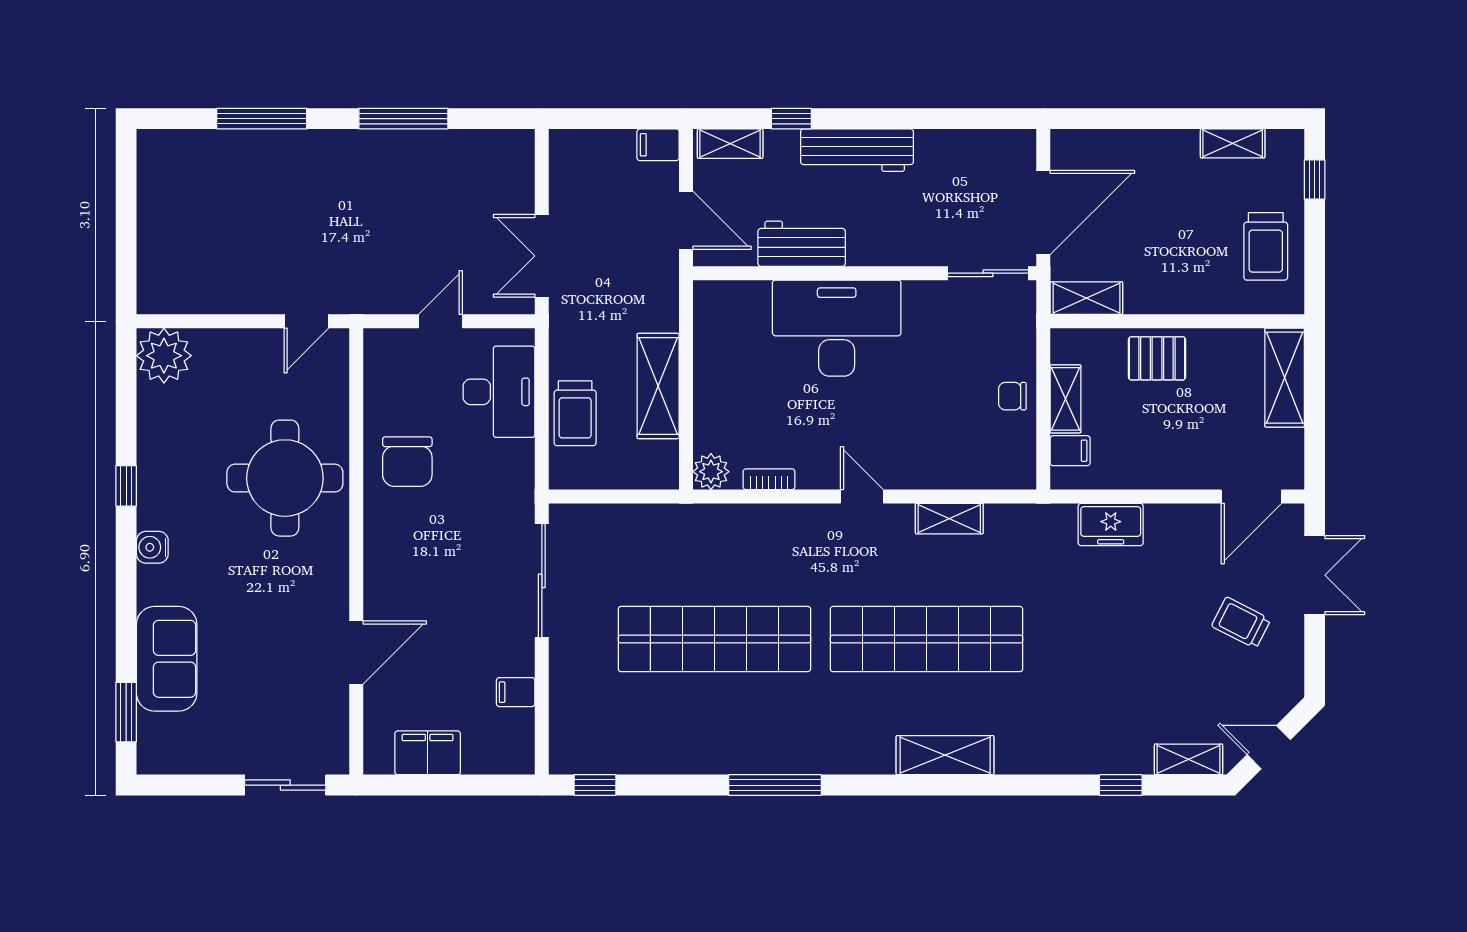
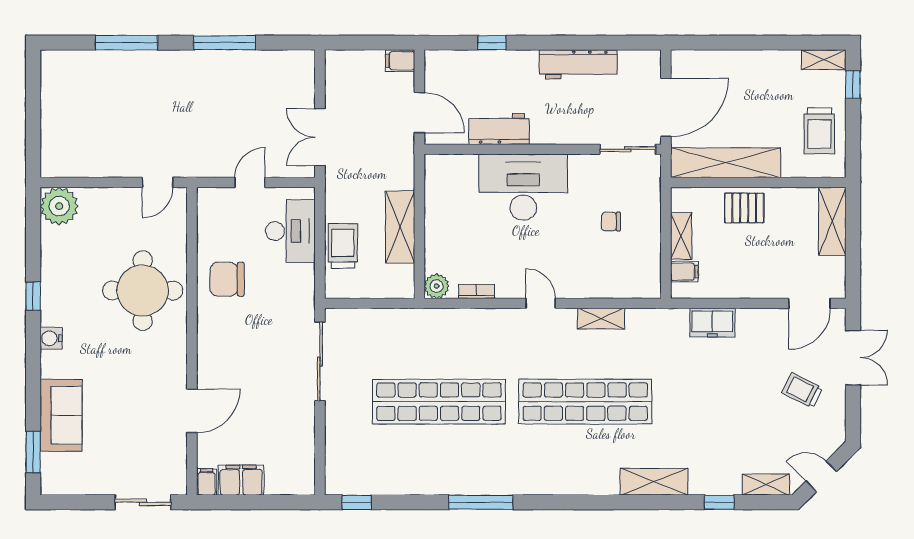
shelving: (1233, 143) -> (824, 60), moved
shelving: (730, 144) -> (450, 60), removed
workbench: (857, 150) -> (578, 64), moved
shelving: (1086, 298) -> (726, 163), width x2.20, depth x1.33
chair: (1012, 396) -> (611, 222), moved
trolley: (575, 413) -> (343, 246), turned 180
chair: (407, 462) -> (227, 279), turned 90
filing cabinet: (516, 692) -> (207, 482), moved, turned 90
shelving: (945, 755) -> (654, 482), moved

